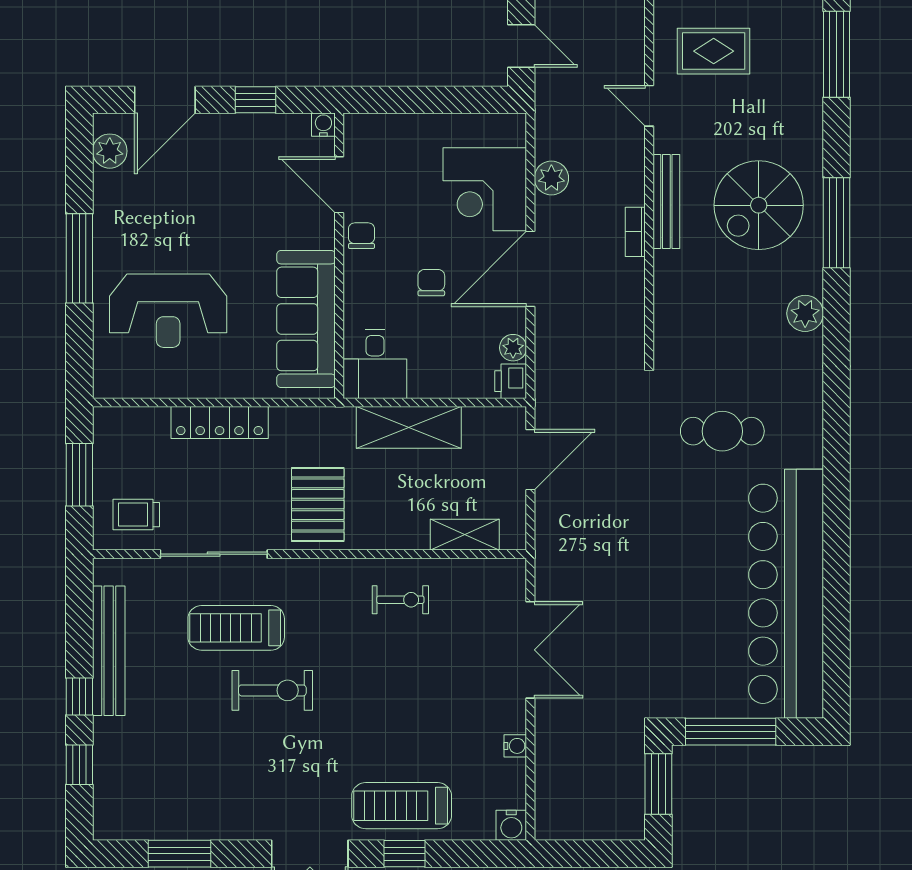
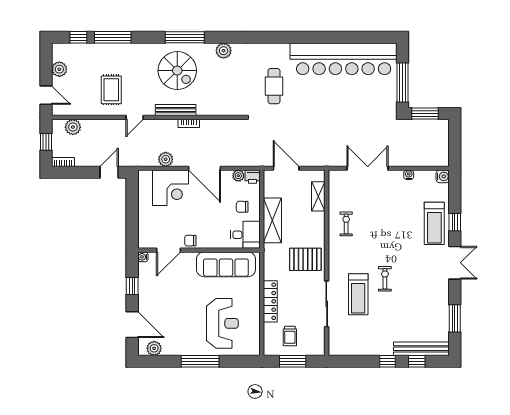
chair: (431, 283) -> (242, 207), moved
trolley: (136, 515) -> (290, 336), moved
bench: (109, 651) -> (421, 349), moved
exercise bike: (272, 690) -> (385, 279), width x0.73, depth x0.72

